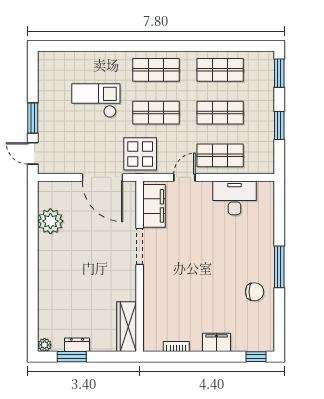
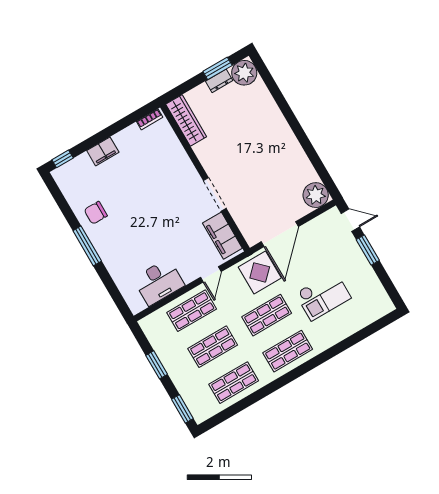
door: (103, 177) -> (280, 234), swing flipped
plant: (50, 221) -> (316, 195), moved
plant: (45, 345) -> (244, 73), width x1.87, depth x1.87
bookcase: (176, 347) -> (150, 119), moved

